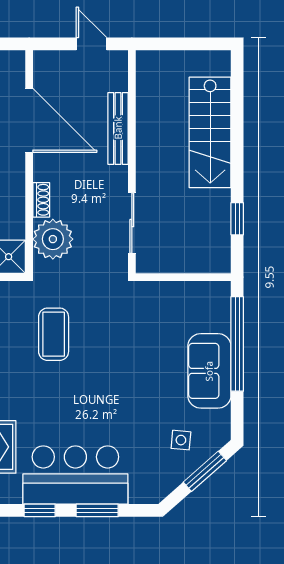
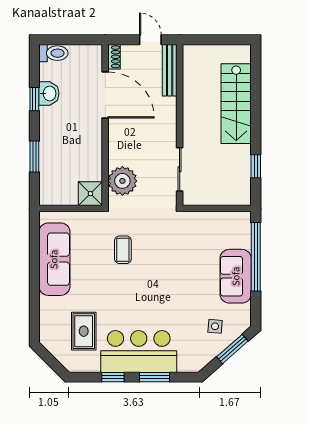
bench: (118, 128) -> (170, 70), moved
shoe rack: (41, 200) -> (114, 57), moved
coffee table: (54, 334) -> (123, 250), width x0.73, depth x0.77

